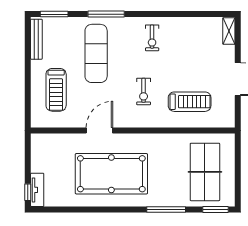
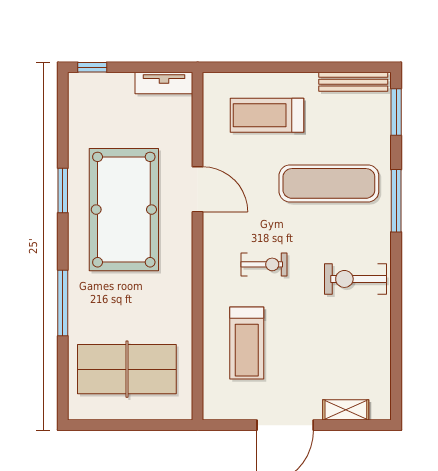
shelving: (229, 31) -> (346, 410), moved
exercise bike: (152, 38) -> (355, 279), width x1.38, depth x1.39
exercise bike: (144, 92) -> (264, 264), turned 180
tv unit: (37, 190) -> (164, 83), moved
window: (216, 210) -> (63, 190), moved

